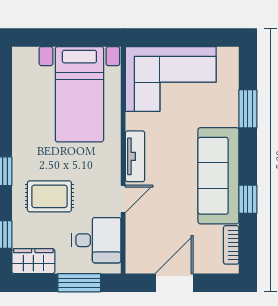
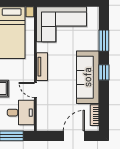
door: (123, 199) -> (35, 90), swing flipped
window: (248, 199) -> (104, 72), moved
door: (174, 283) -> (74, 136), moved

